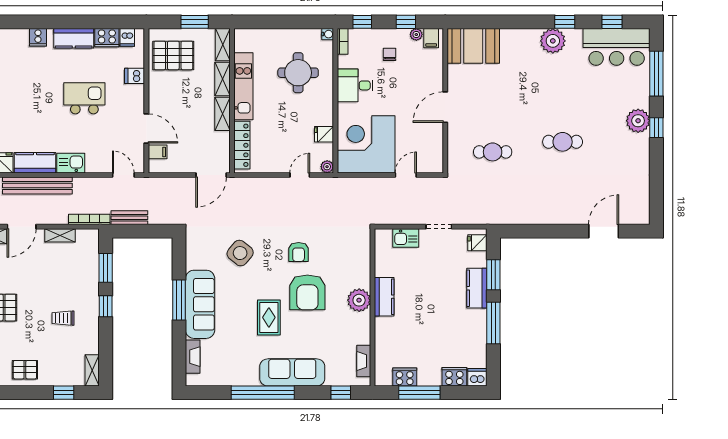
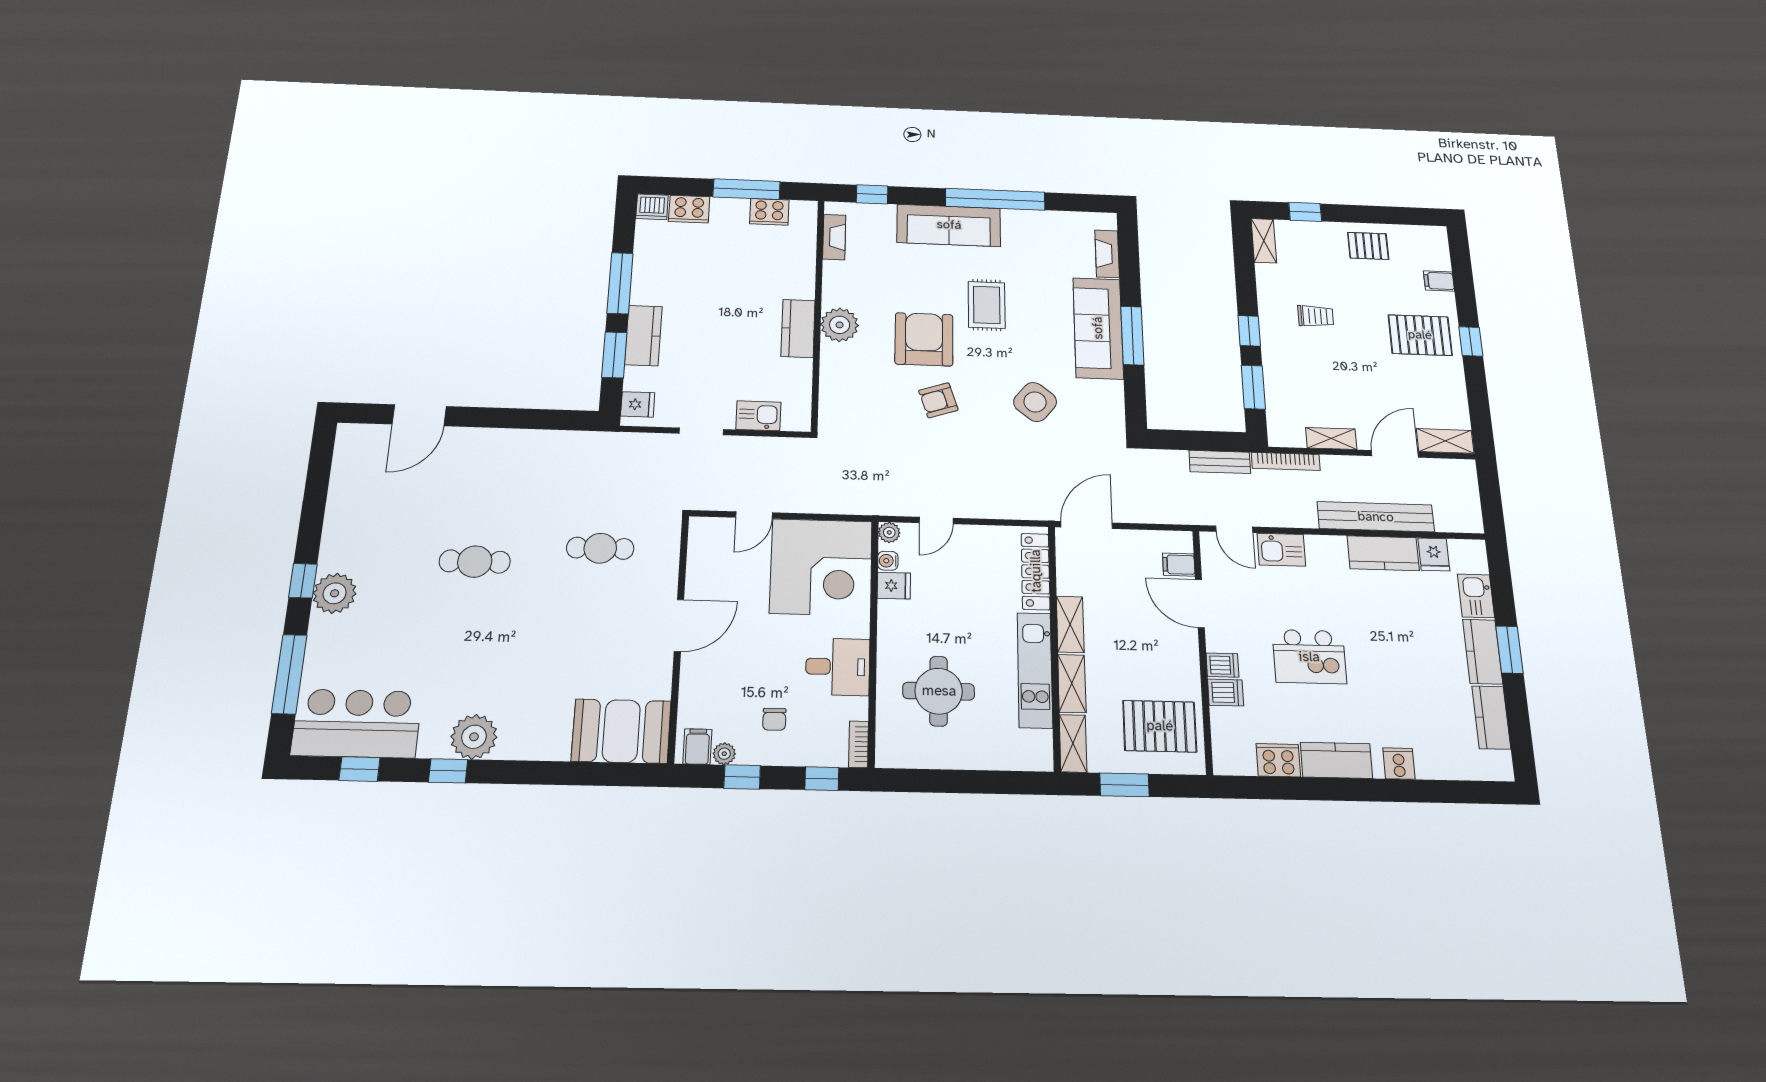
water cooler: (328, 34) -> (888, 561), moved
dishwasher: (127, 37) -> (1222, 665), moved, turned 90
kitchen sink: (71, 163) -> (1281, 550), moved
armchair: (299, 252) -> (938, 400), turned -108

